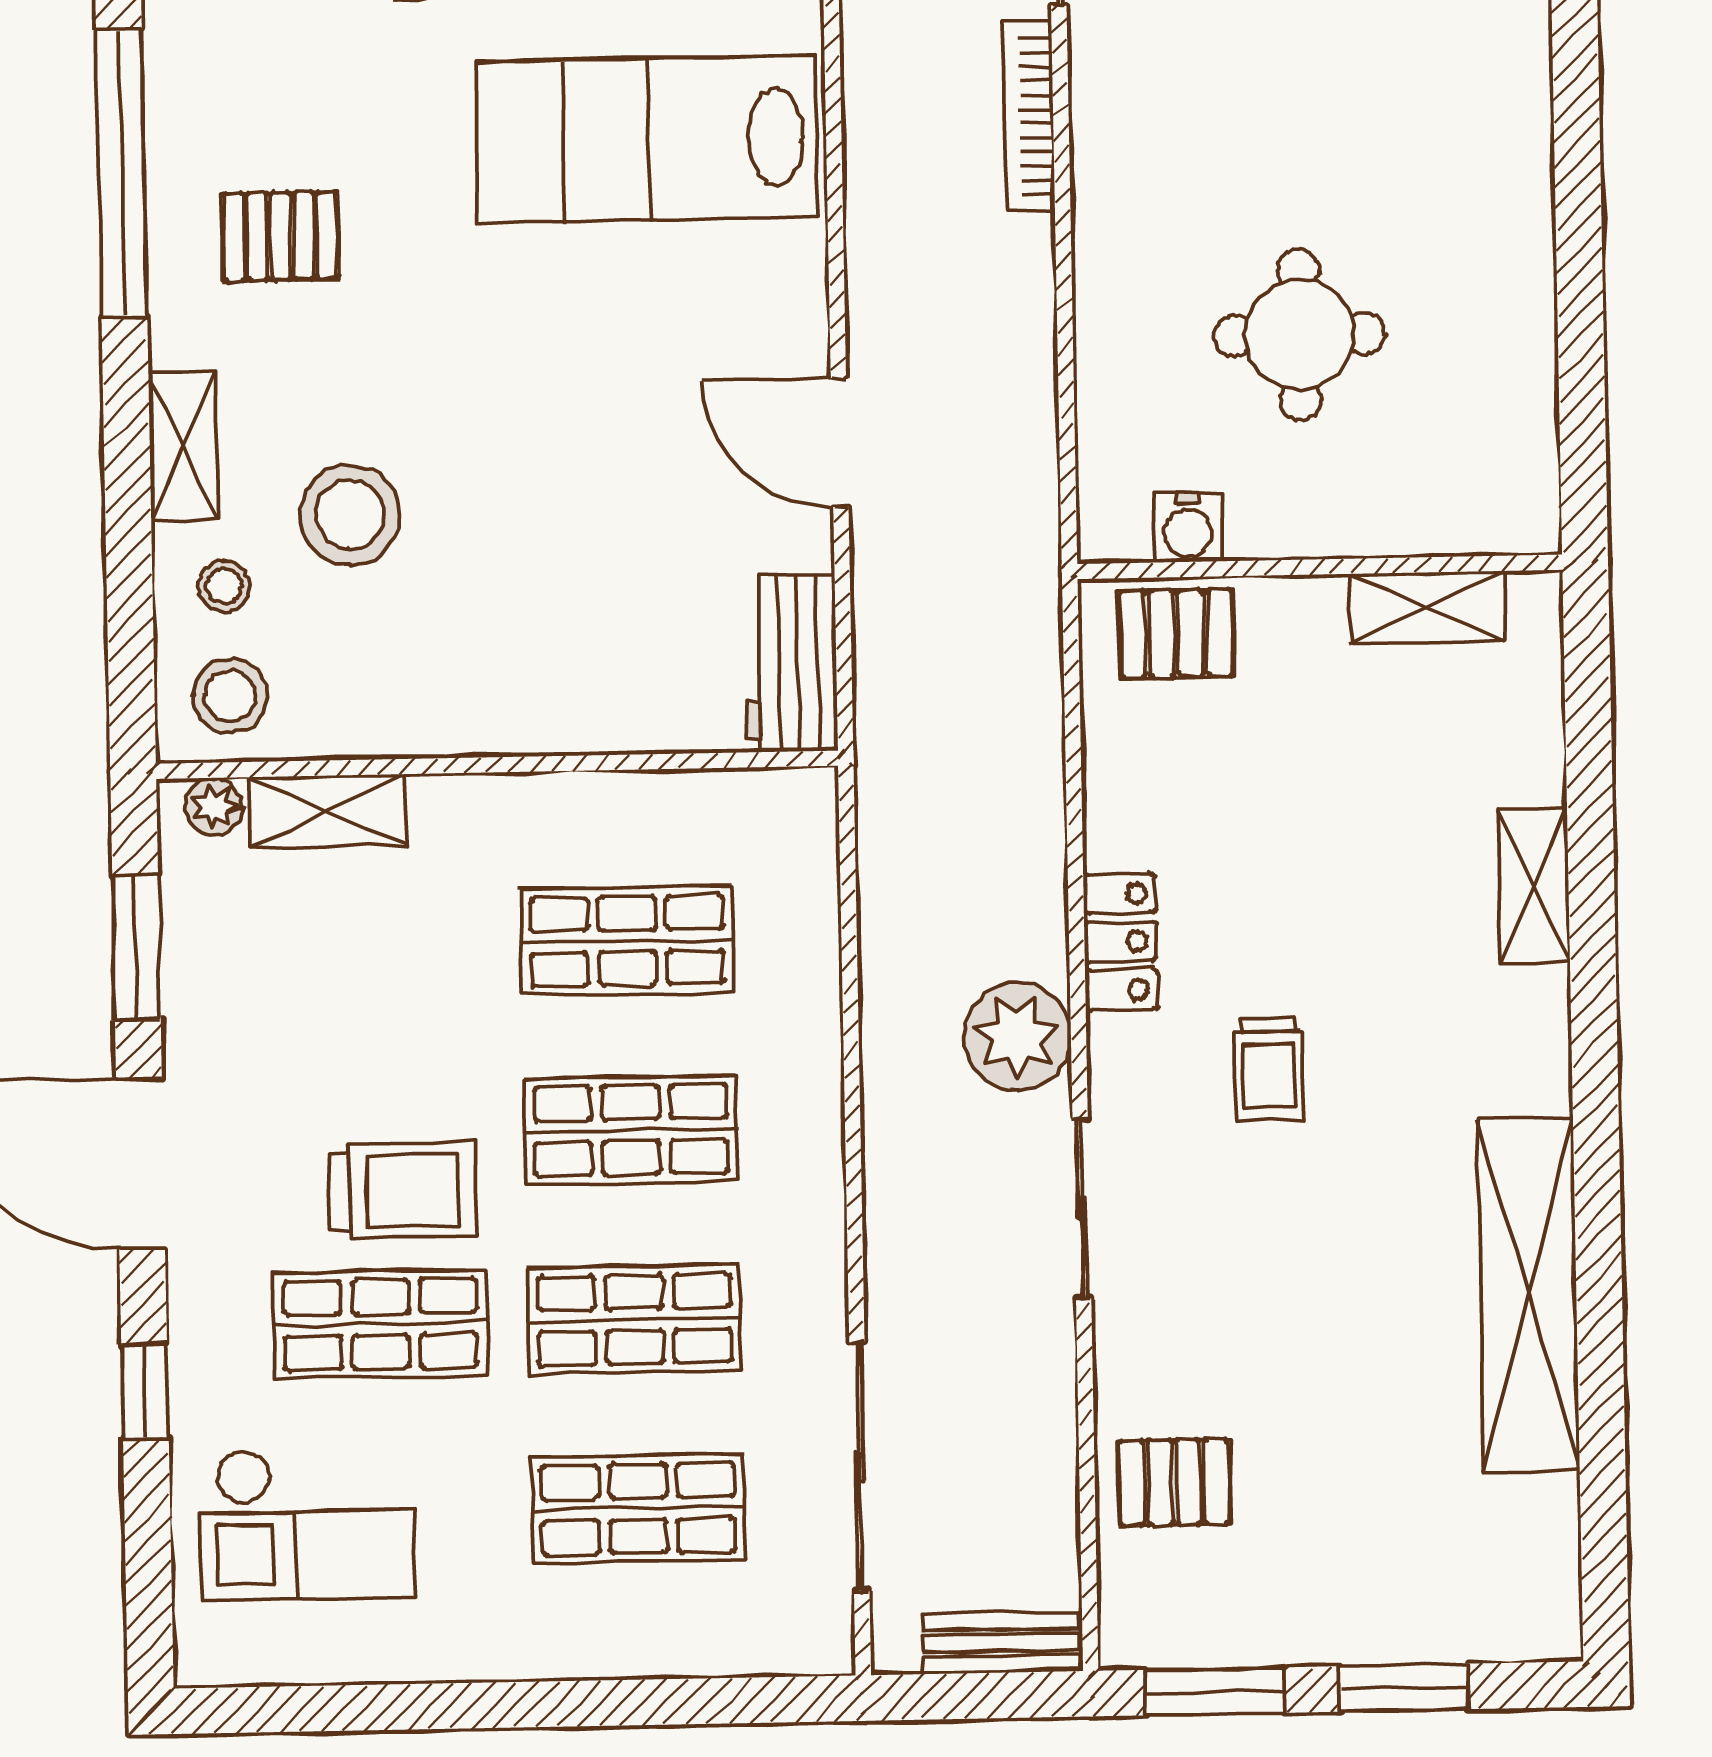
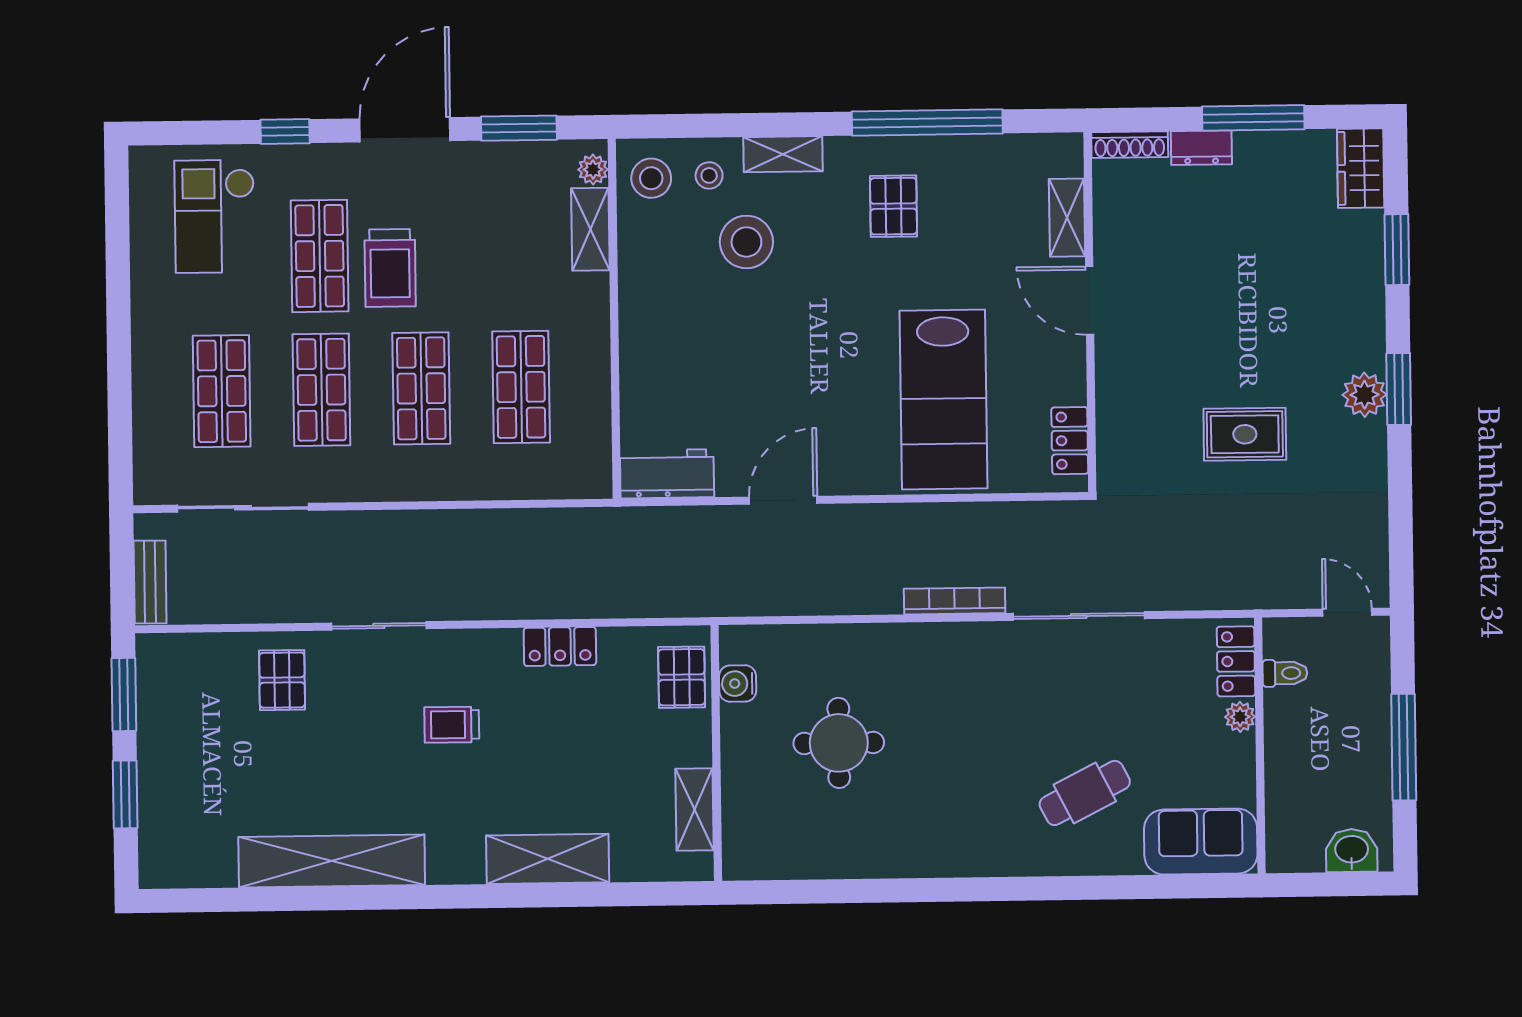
lab bench: (647, 139) -> (944, 400), turned 180
shelving: (1534, 886) -> (548, 859), width x1.50, depth x1.33
locker: (1121, 942) -> (560, 646), moved
plant: (1017, 1036) -> (470, 592), removed
pallet: (1174, 1482) -> (282, 680), moved

